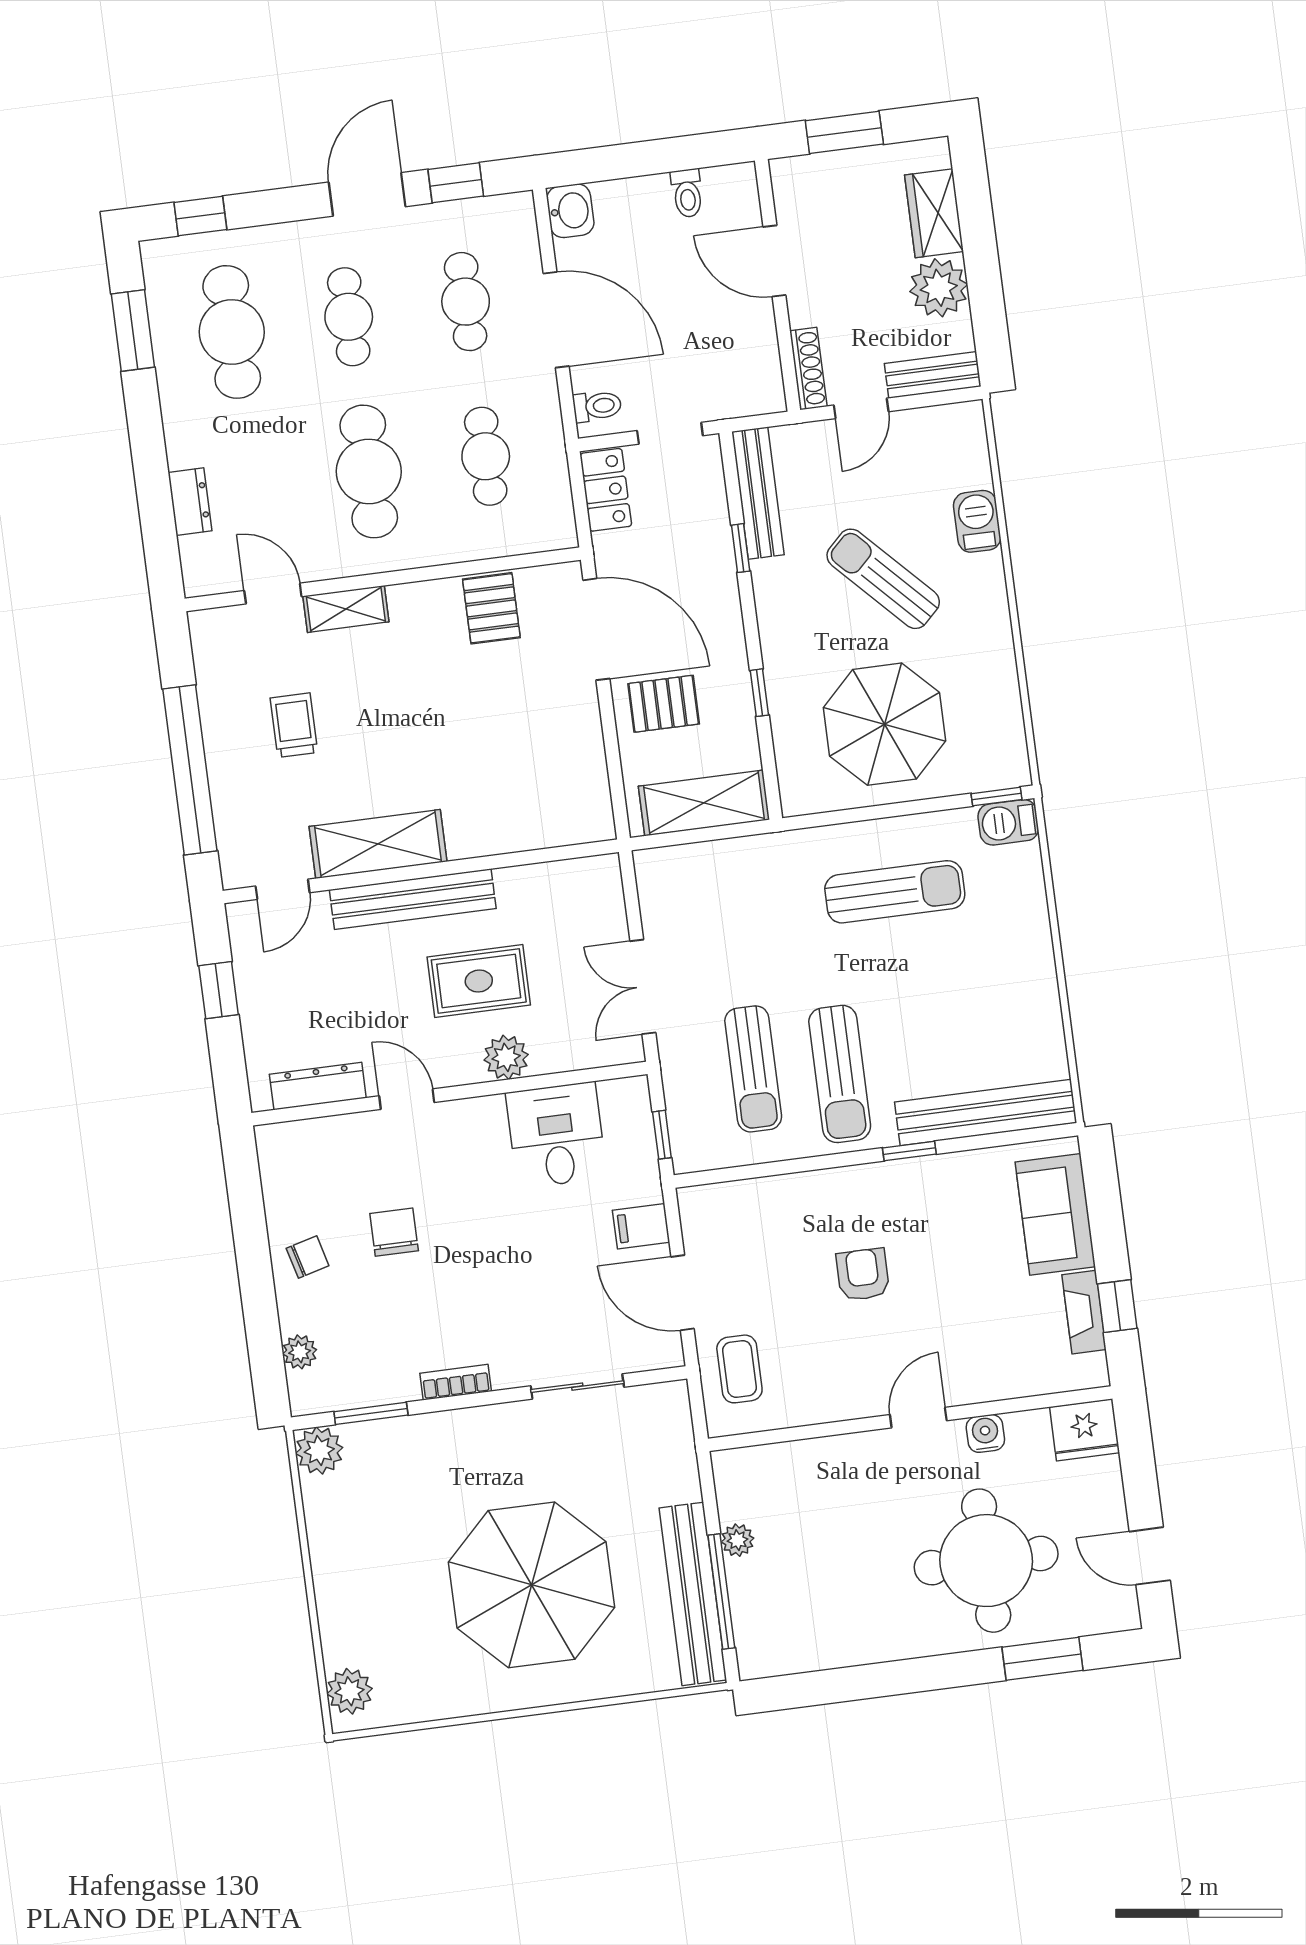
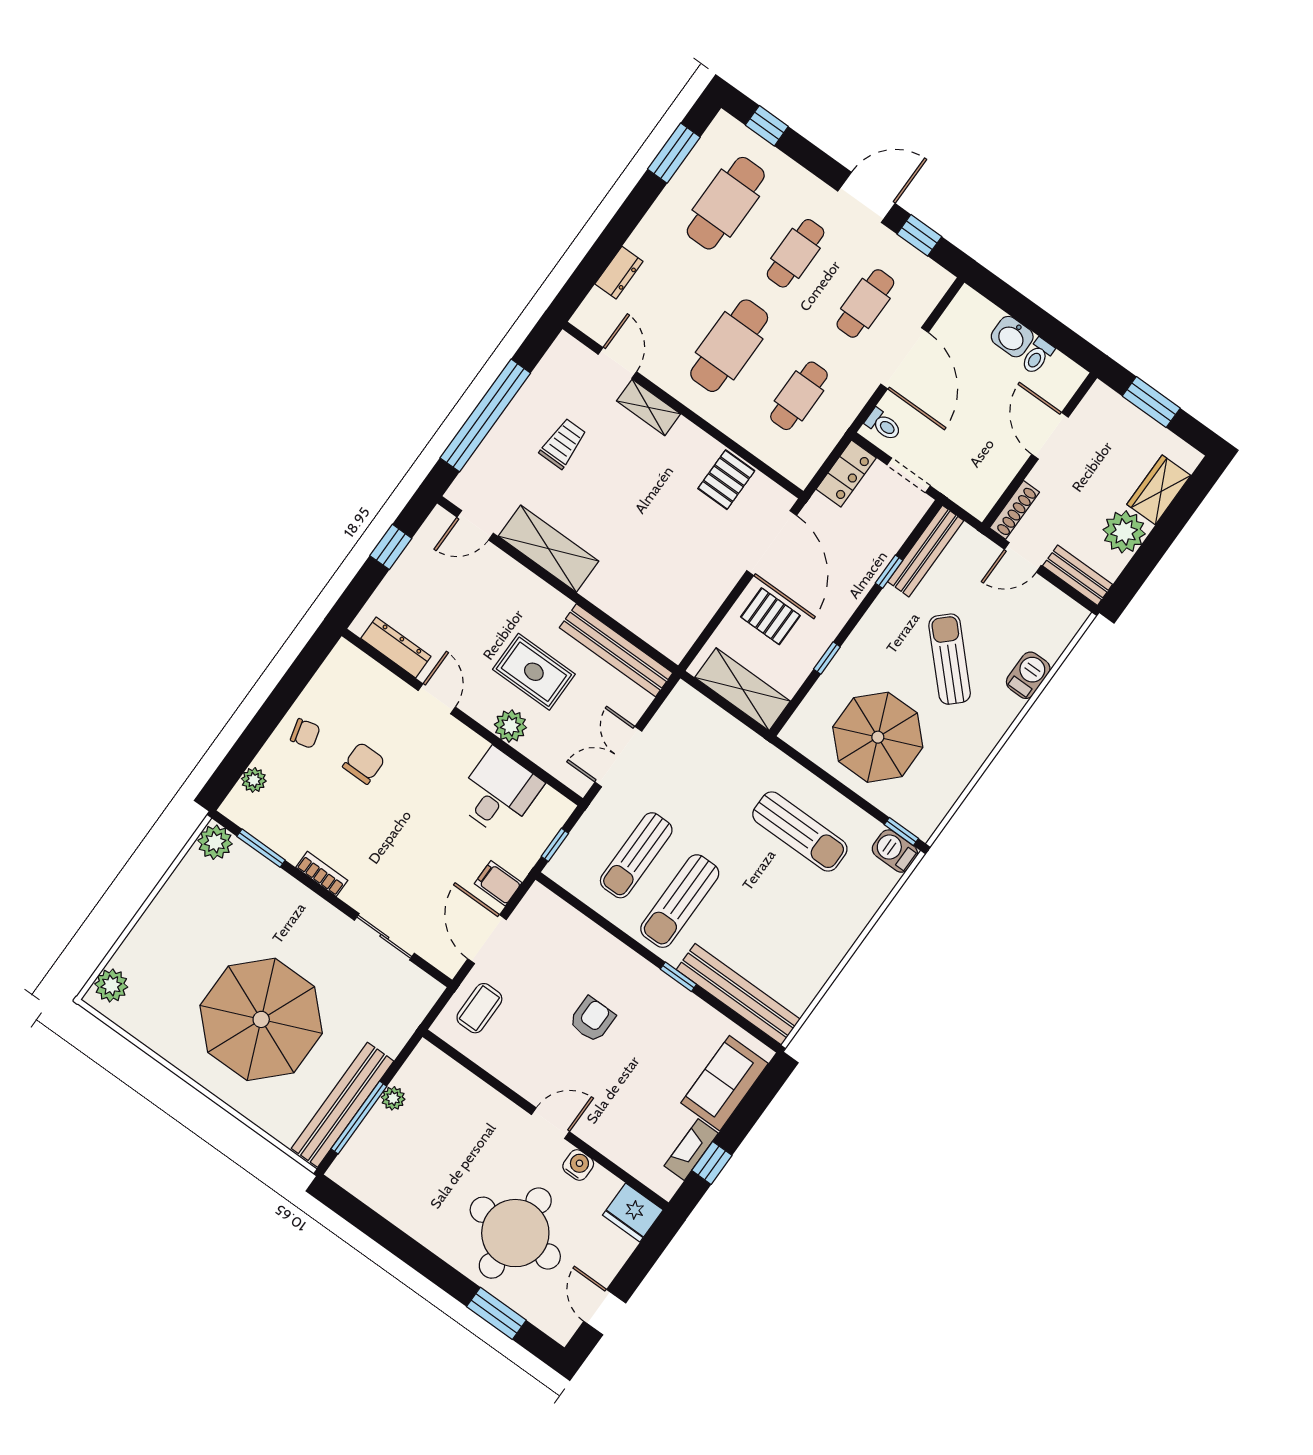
washbasin: (570, 211) -> (1012, 337), moved, turned 90
bench: (413, 899) -> (616, 650), moved

